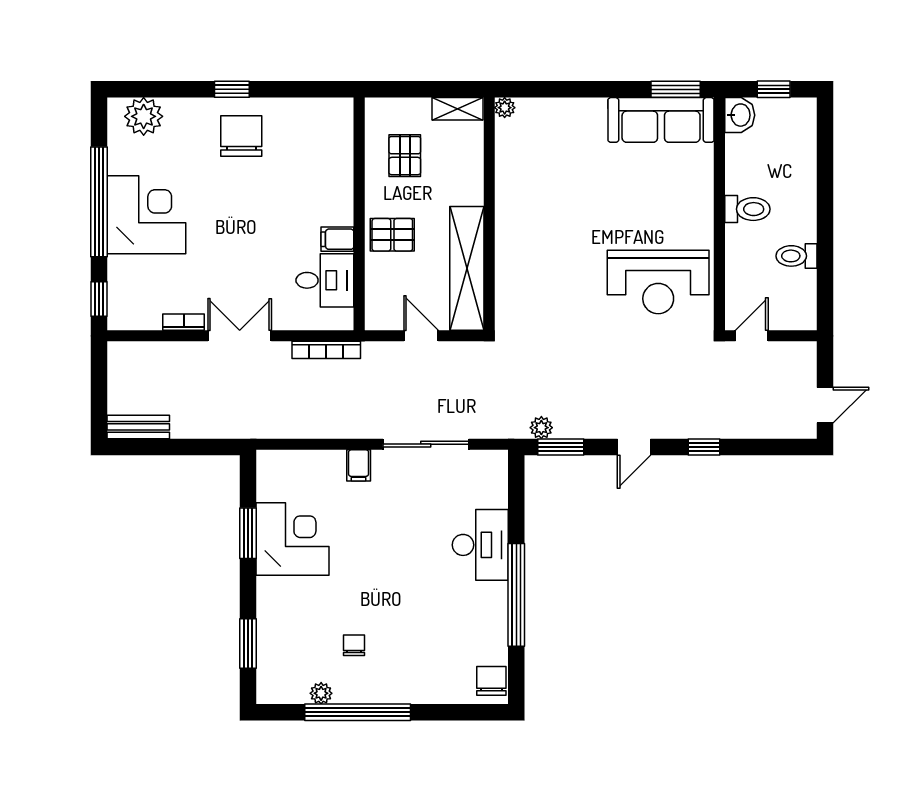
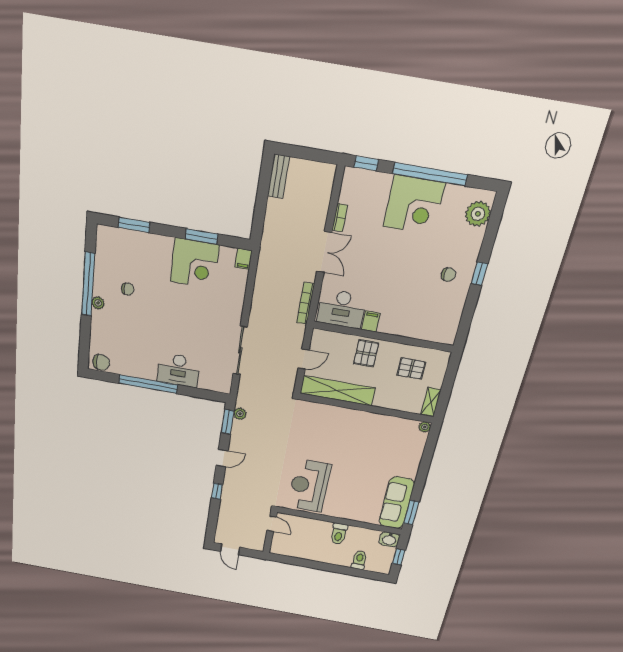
chair: (241, 136) -> (448, 275), width x0.54, depth x0.54
toilet: (797, 256) -> (359, 560), moved
desk: (325, 280) -> (342, 309), width x1.37
door: (634, 447) -> (222, 458), swing flipped
filing cabinet: (359, 465) -> (244, 259), moved, turned -90
plant: (321, 693) -> (98, 303), moved

